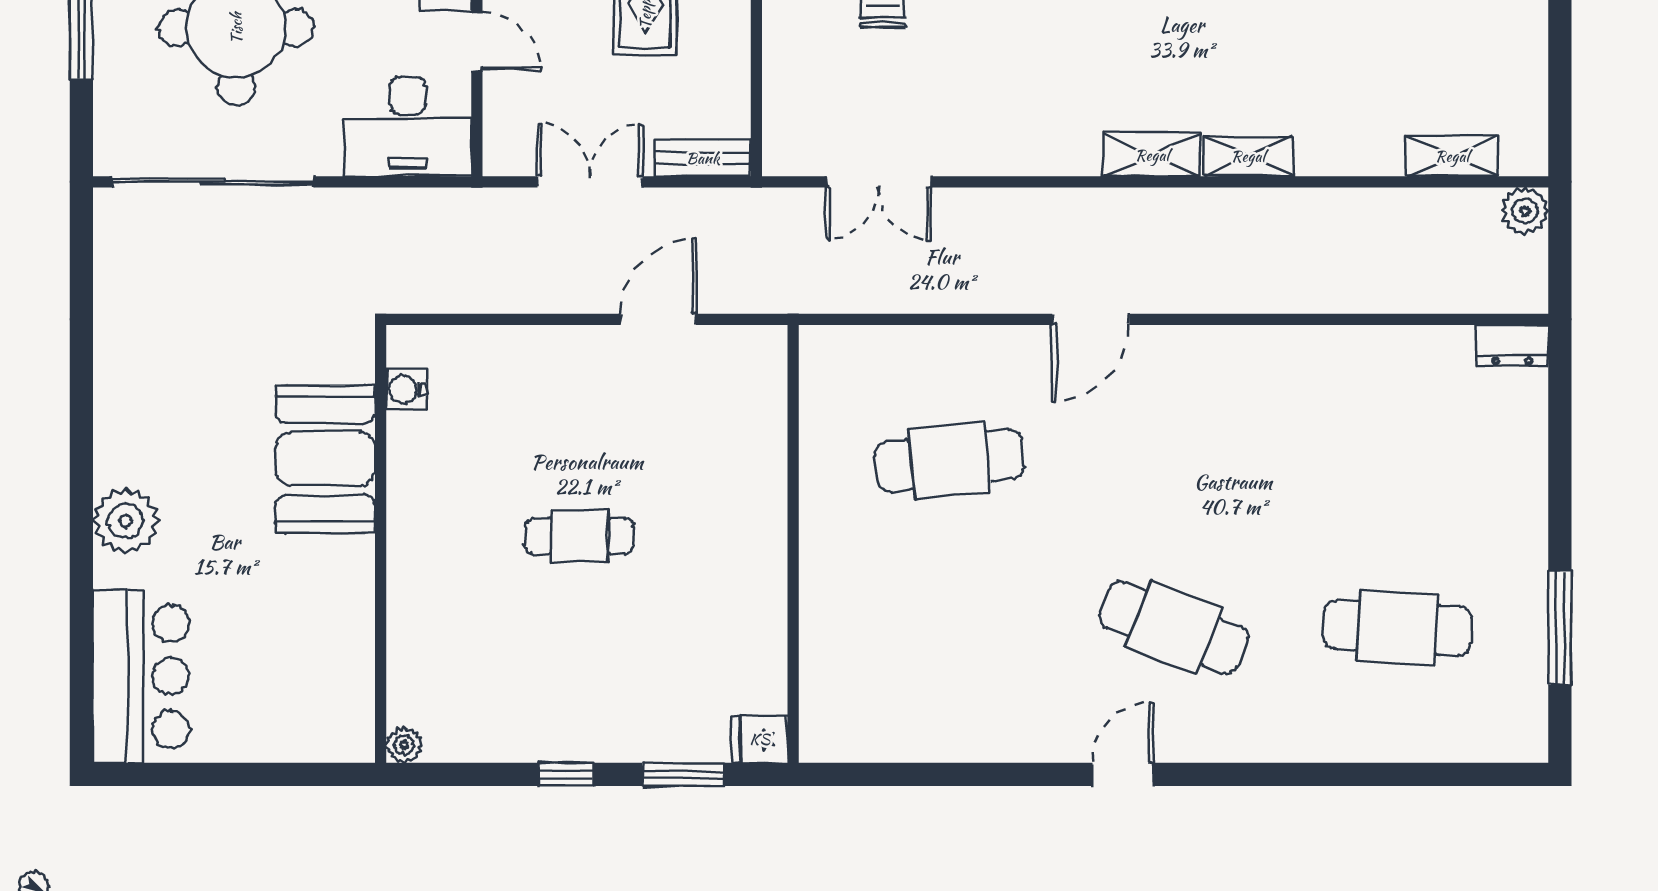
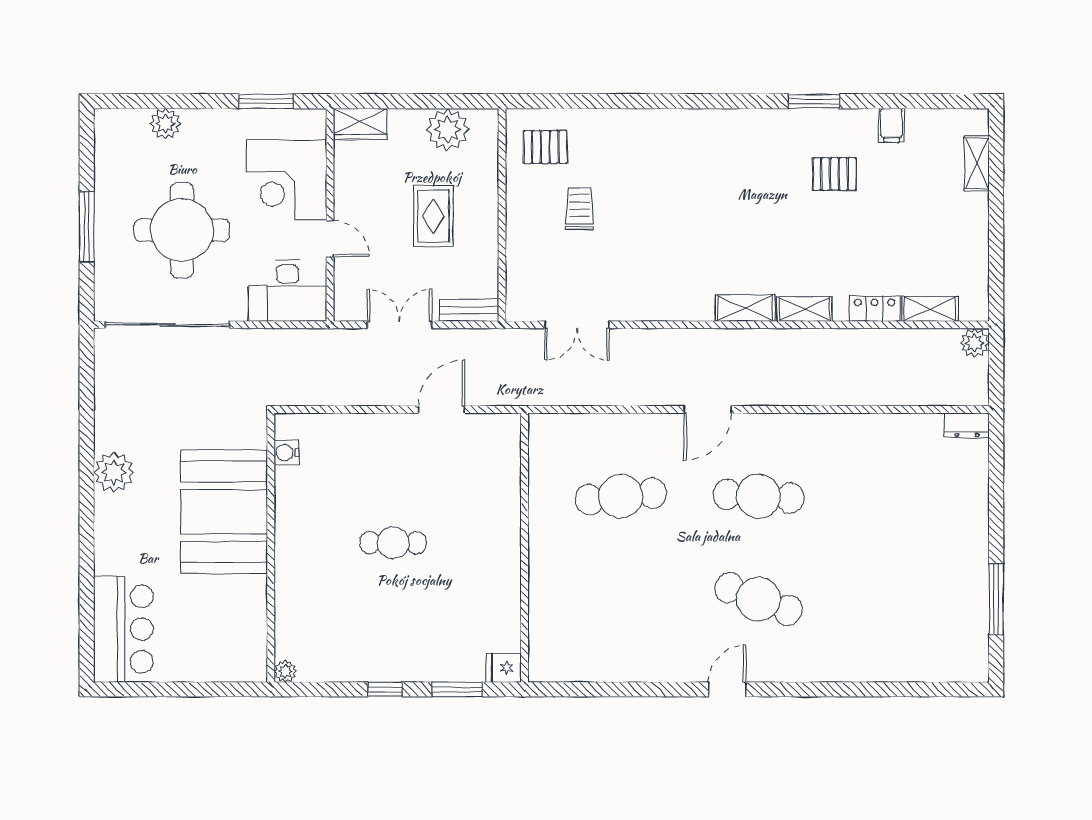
locker: (1362, 156) -> (875, 309), added
booth: (326, 459) -> (224, 512), width x1.36, depth x1.42
plant: (126, 521) -> (114, 472), moved
cafe table: (1397, 627) -> (759, 496), moved

